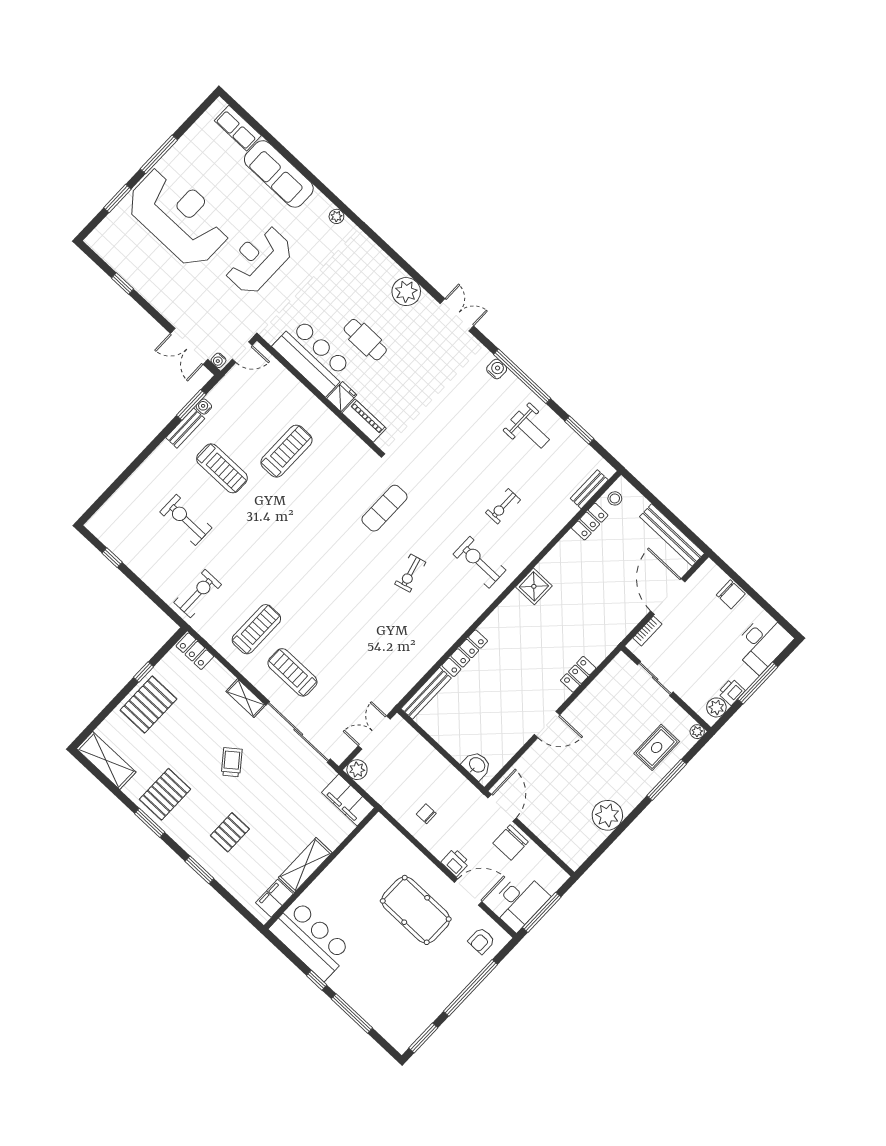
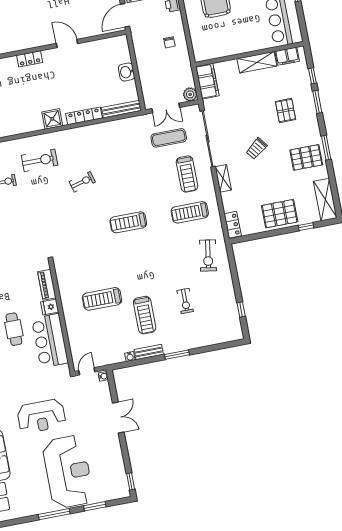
reception desk: (179, 217) -> (68, 472), turned 180
window: (122, 284) -> (131, 481), moved
double door: (189, 346) -> (118, 417), moved
door: (242, 352) -> (87, 371), hinge flipped
window: (191, 405) -> (177, 355), moved
treadmill: (222, 468) -> (145, 315), turned 180
exercise mat: (384, 508) -> (169, 138), moved
exercise bike: (186, 520) -> (185, 301), width x0.73, depth x0.72
exercise bike: (479, 562) -> (40, 160), turned -90
treadmill: (321, 565) -> (128, 222), added
shower: (534, 586) -> (52, 119), moved
exercise bike: (198, 594) -> (208, 255), turned -81
window: (143, 672) -> (306, 227), moved
washbasin: (477, 765) -> (127, 72), moved
pallet: (230, 832) -> (286, 110), turned 90
window: (228, 896) -> (312, 76), added

